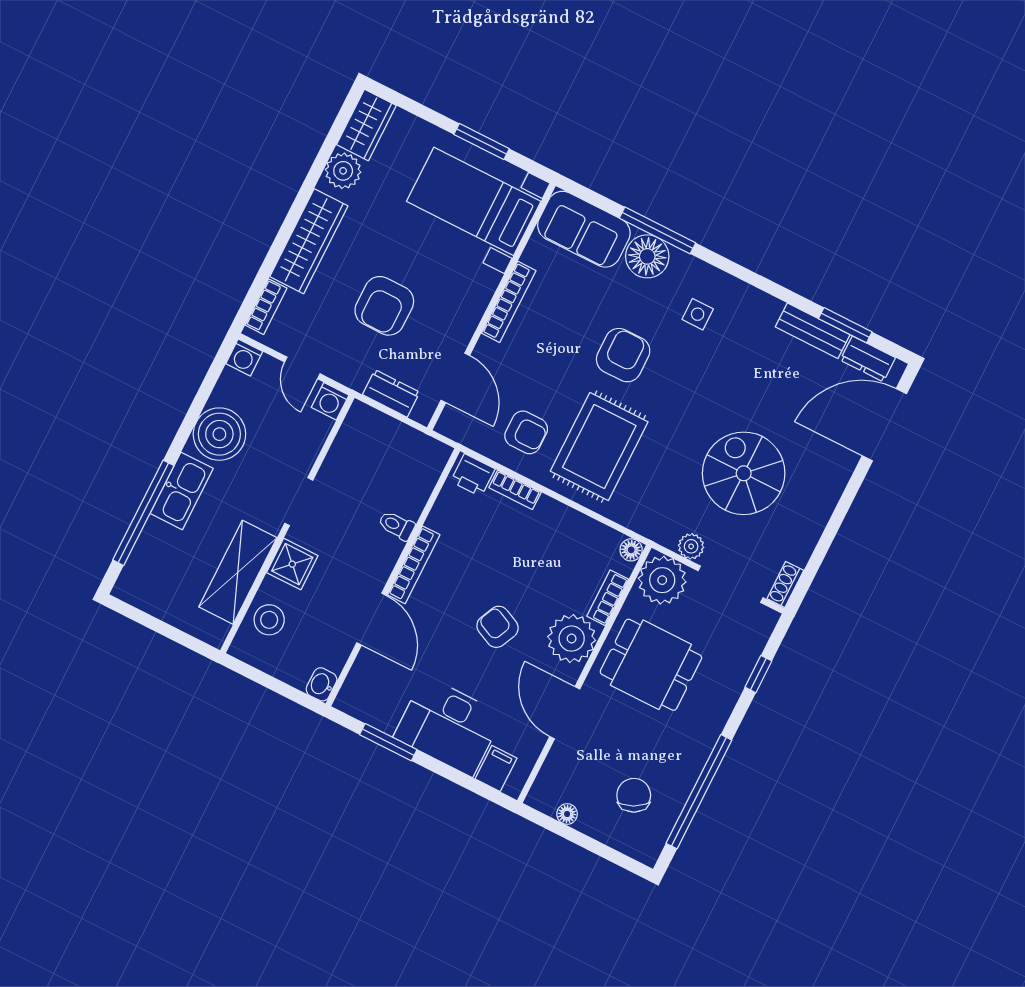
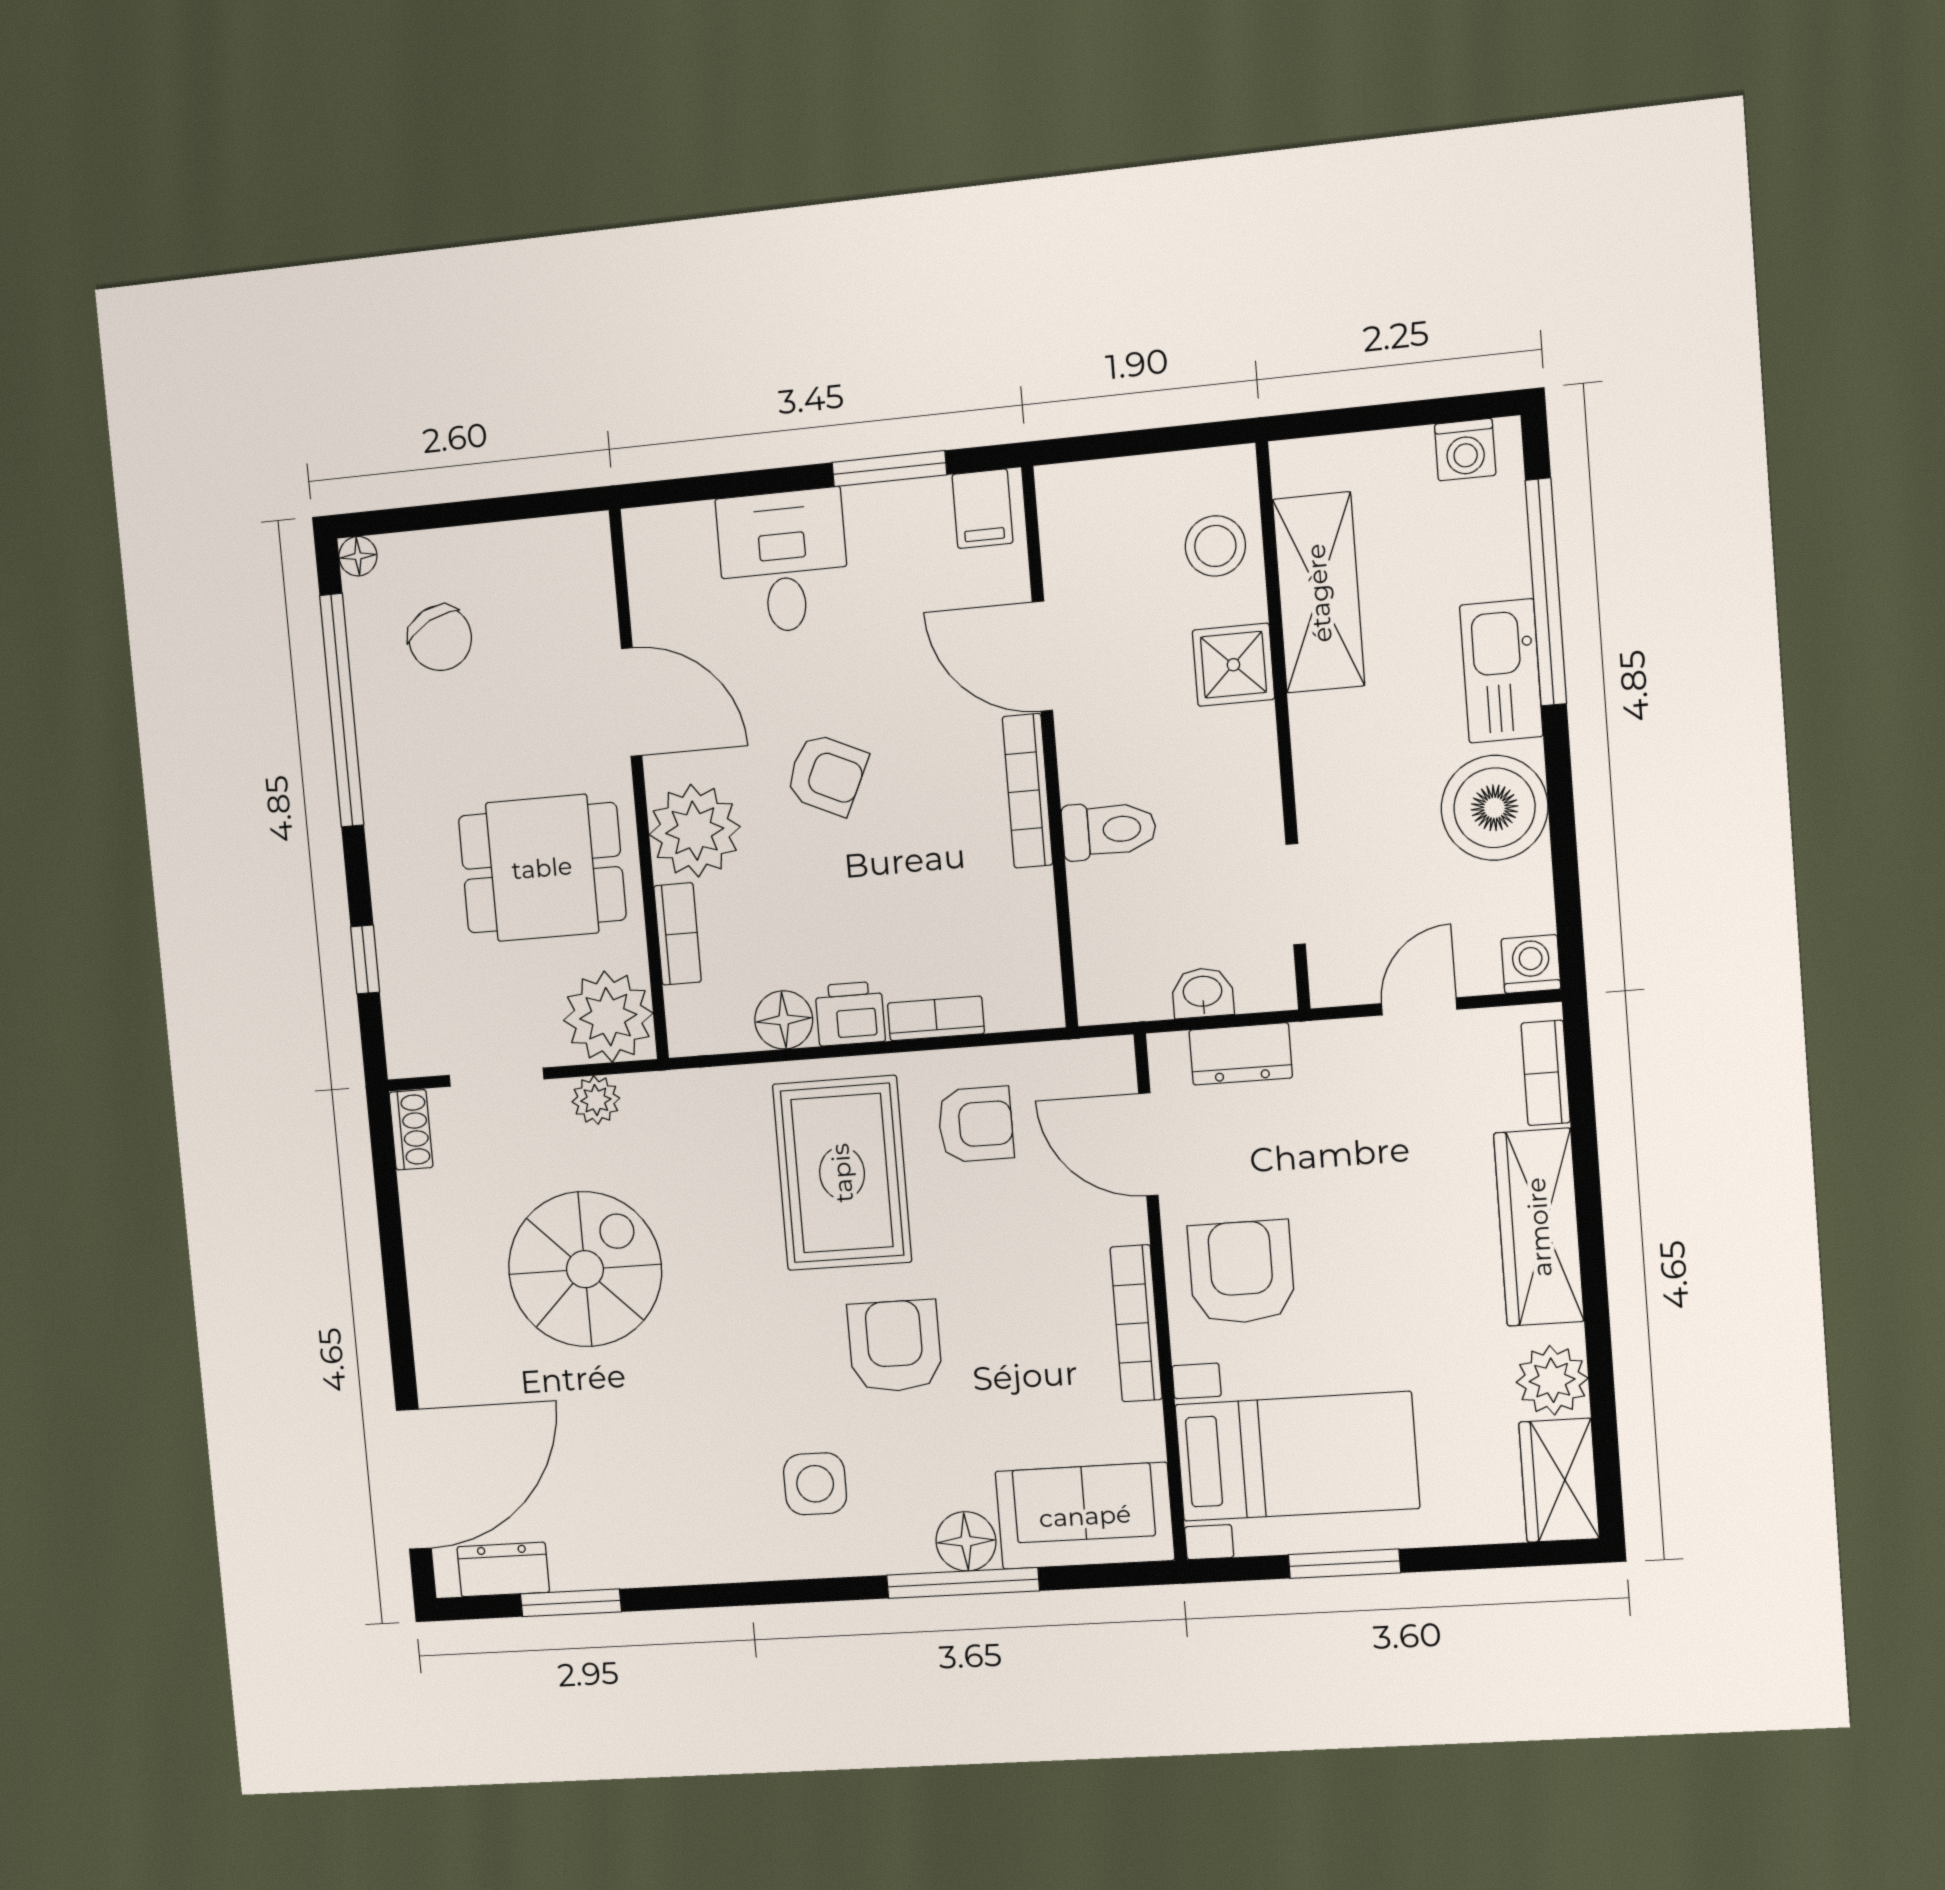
floor lamp: (647, 256) -> (966, 1541), width x0.73, depth x0.73
armchair: (384, 306) -> (1241, 1272), moved
side table: (698, 314) -> (815, 1484), width x1.37, depth x1.37
bench: (813, 331) -> (616, 1564), removed
armchair: (623, 355) -> (895, 1346), turned 180
door: (302, 368) -> (1419, 1006), hinge flipped
washing machine: (330, 401) -> (1465, 450), moved, turned 180
armchair: (526, 432) -> (976, 1124), turned 180
spiral stairs: (744, 473) -> (585, 1269), turned -90
printer: (473, 475) -> (850, 1014), moved
doorway: (299, 502) -> (1296, 894), moved
toilet: (396, 525) -> (1109, 830), width x1.37, depth x1.39
floor lamp: (631, 550) -> (784, 1020), moved, width x1.37, depth x1.37
doorway: (731, 584) -> (497, 1077), width x0.73
washbasin: (321, 684) -> (1203, 993), moved, turned -90
desk: (448, 726) -> (783, 562), width x0.73
filing cabinet: (496, 768) -> (983, 509), moved
floor lamp: (567, 814) -> (358, 556), moved

